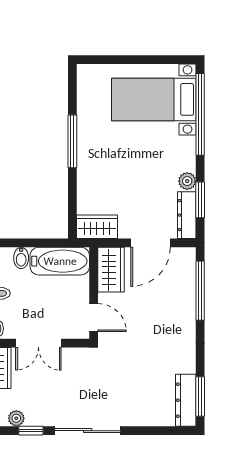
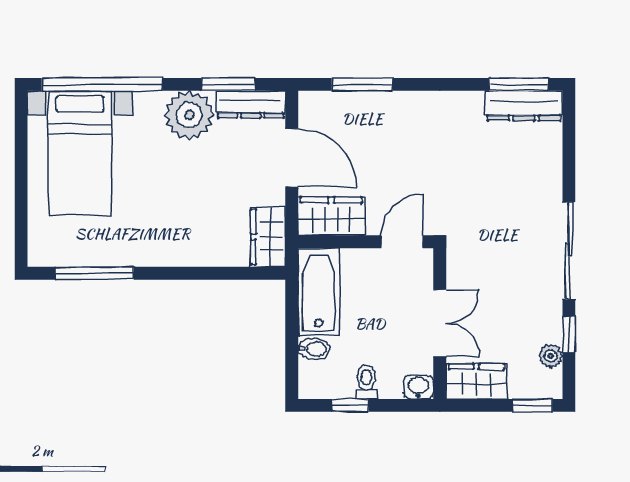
window: (72, 141) -> (95, 273), moved
plant: (187, 181) -> (189, 115), width x1.88, depth x1.88
window: (200, 291) -> (362, 84), width x0.69

